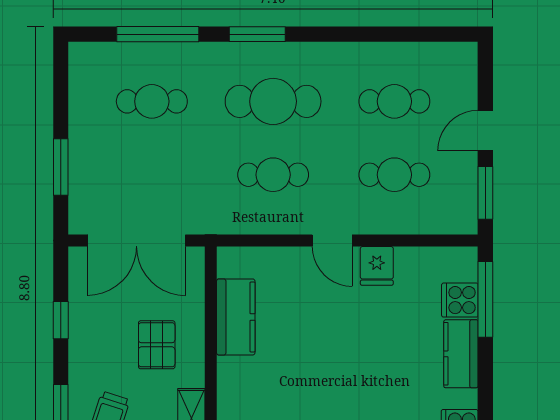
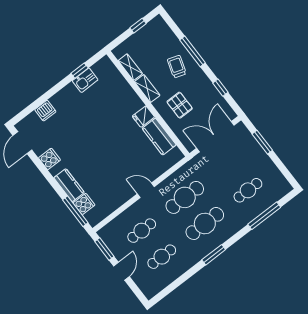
window: (257, 34) -> (214, 255), moved
cafe table: (273, 175) -> (185, 197), width x1.37, depth x1.35
fridge: (377, 266) -> (143, 117), moved, turned -90

